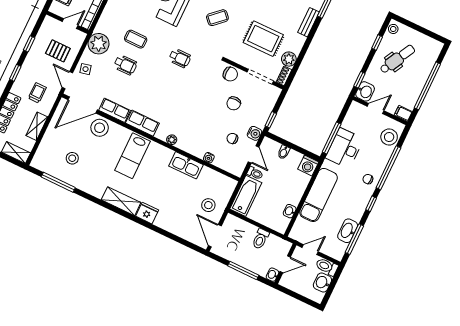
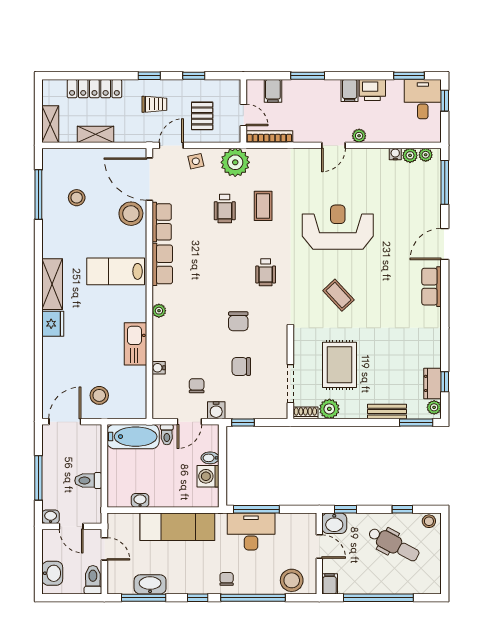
chair: (230, 74) -> (238, 321), moved
trolley: (37, 93) -> (154, 104), moved
washing machine: (308, 166) -> (208, 476), moved
washbasin: (322, 282) -> (52, 573), moved, turned 90

